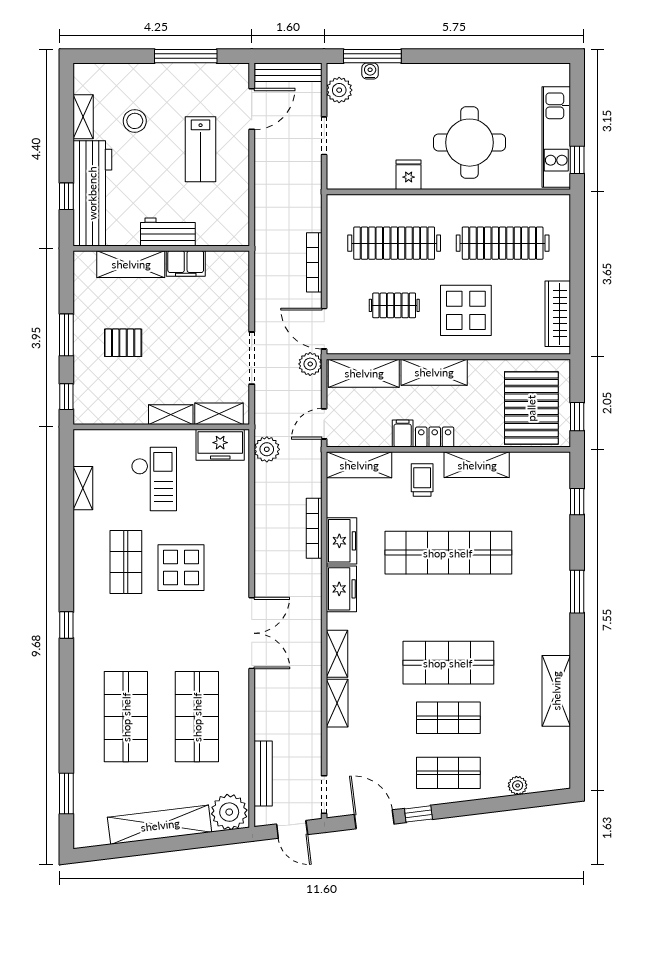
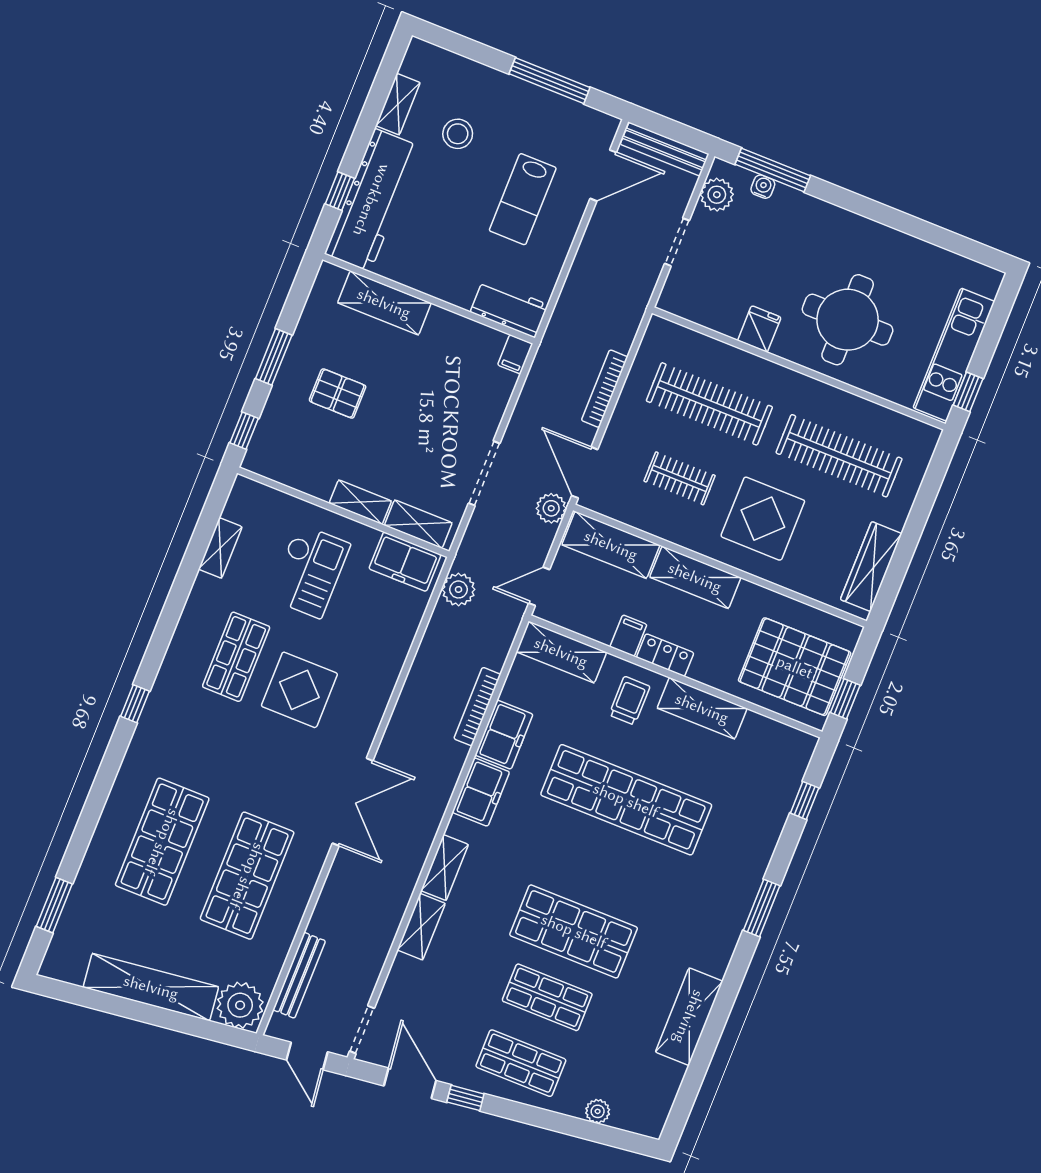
workbench: (168, 232) -> (509, 308), moved
filing cabinet: (186, 263) -> (515, 354), moved, width x0.50
pallet: (531, 408) -> (795, 667), turned 90

